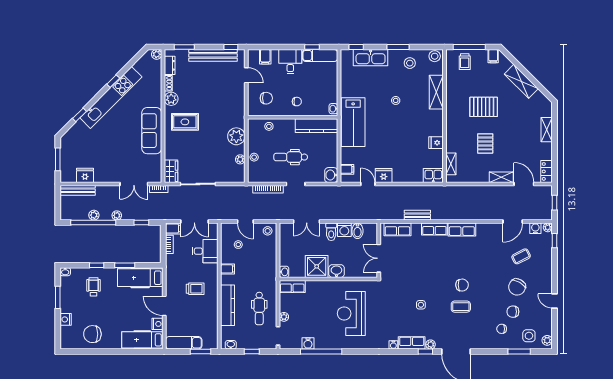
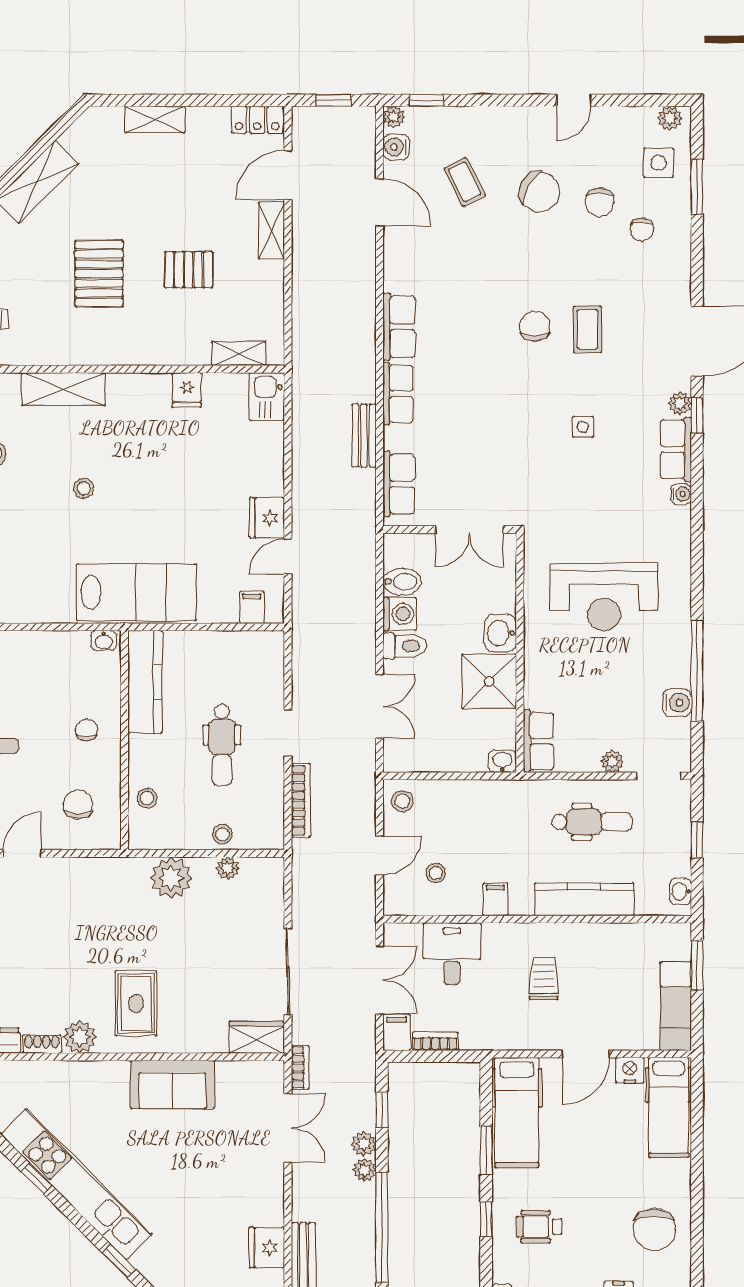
sofa: (152, 131) -> (172, 1085), width x0.73
washbasin: (331, 175) -> (266, 646), removed
plant: (94, 215) -> (364, 1144), moved

